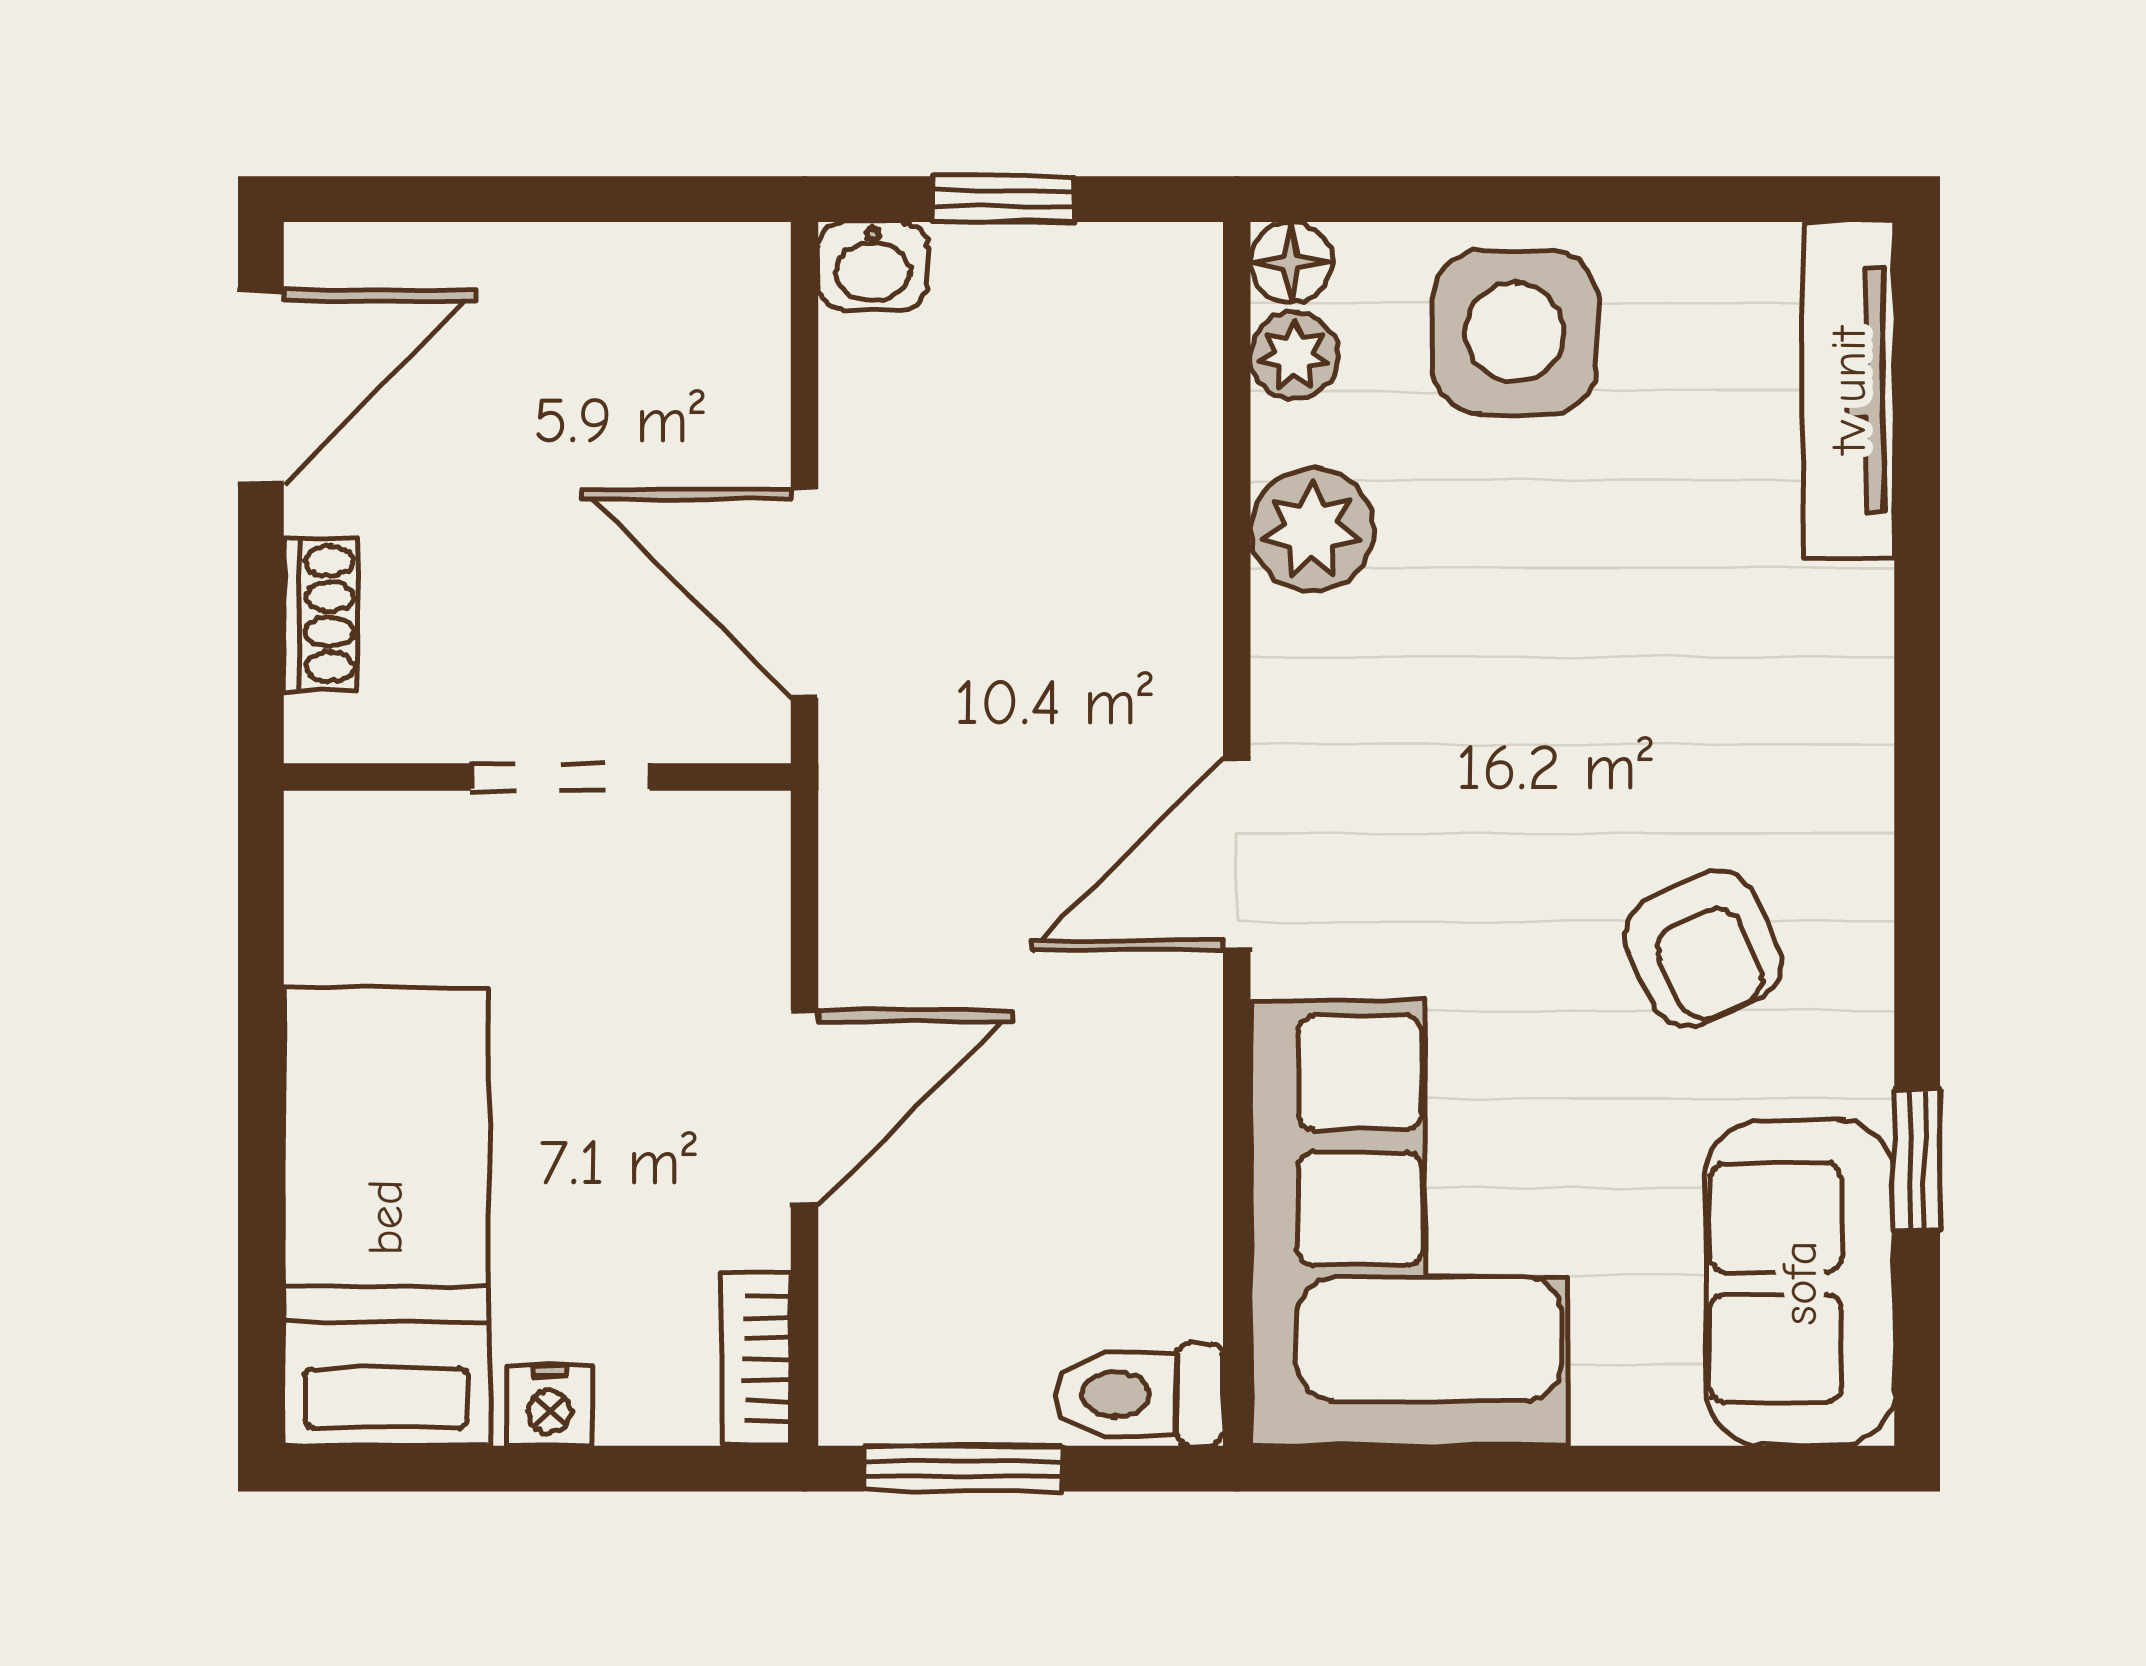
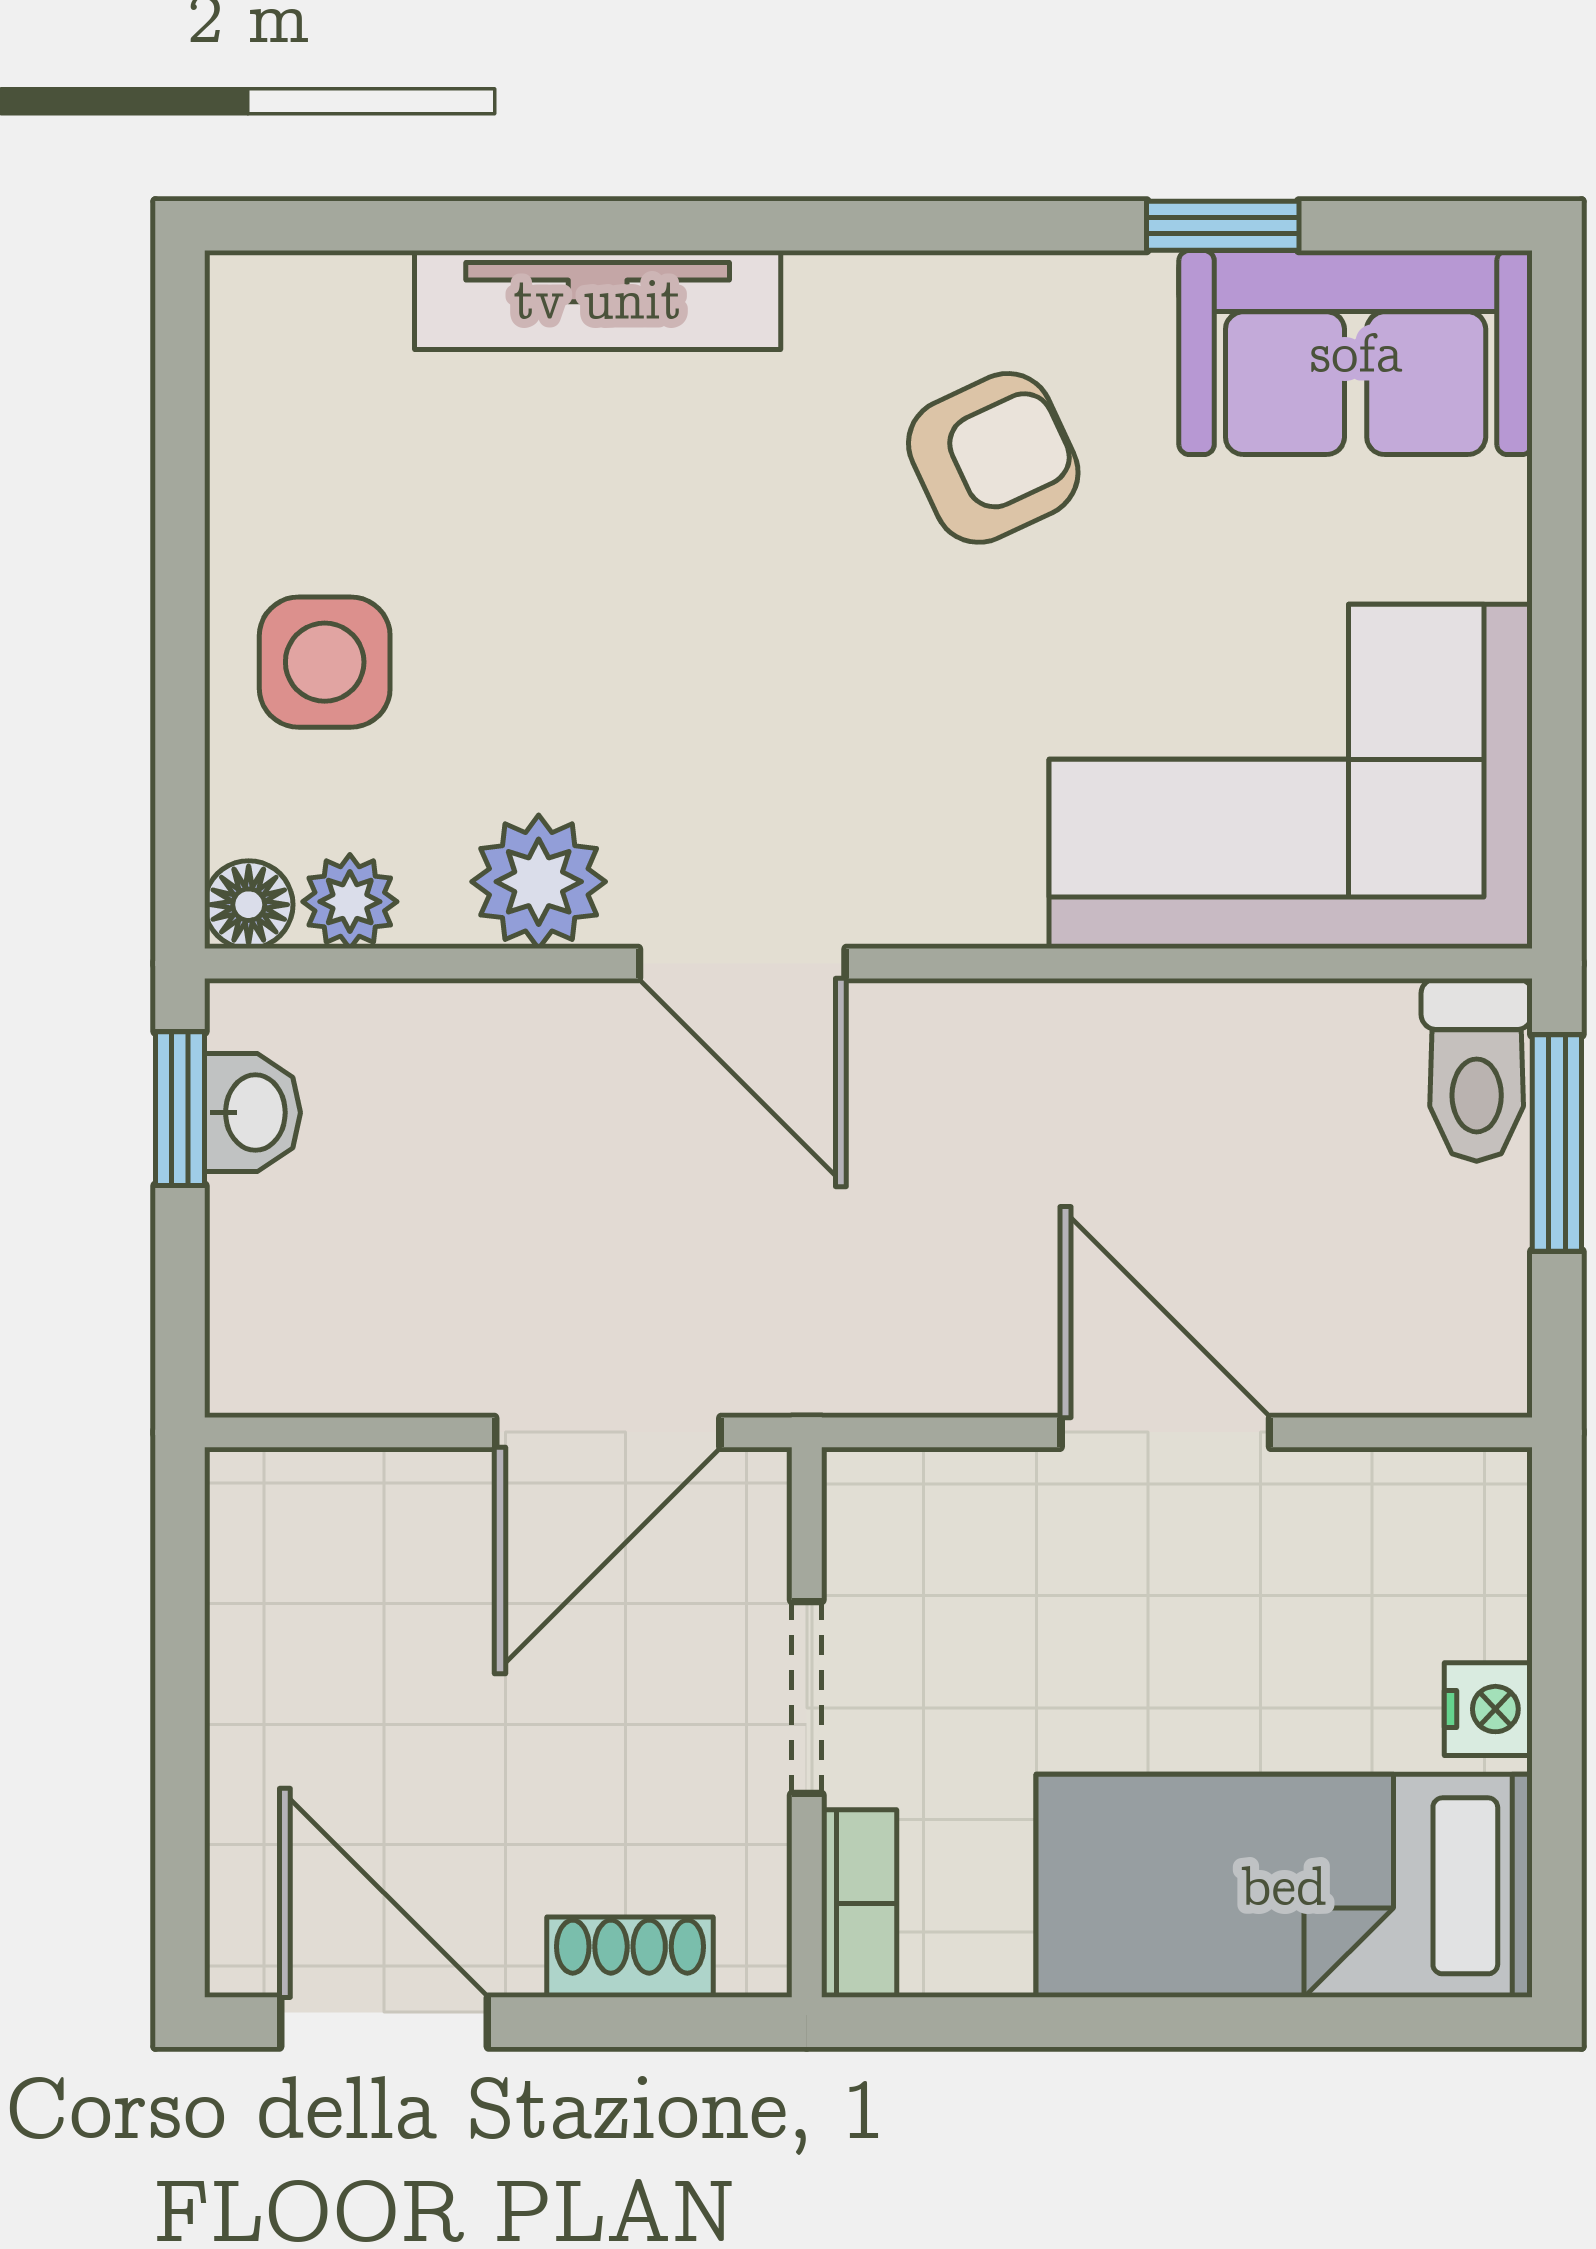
window: (1003, 199) -> (180, 1109), moved
washbasin: (873, 266) -> (252, 1113), moved
side table: (1515, 332) -> (325, 662), width x0.73, depth x0.73
tv unit: (1849, 390) -> (598, 300), moved
door: (1237, 854) -> (742, 964), moved
bookcase: (756, 1359) -> (859, 1904), moved, turned -90
window: (964, 1469) -> (1557, 1143), moved

